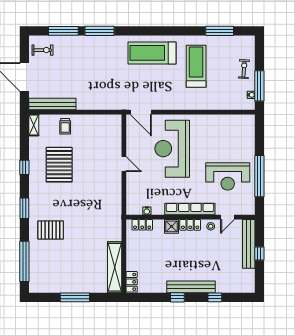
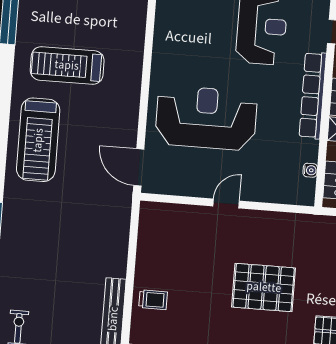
door: (141, 112) -> (139, 167), swing flipped
reception desk: (172, 149) -> (206, 118), turned 180
pallet: (59, 165) -> (264, 287), moved

